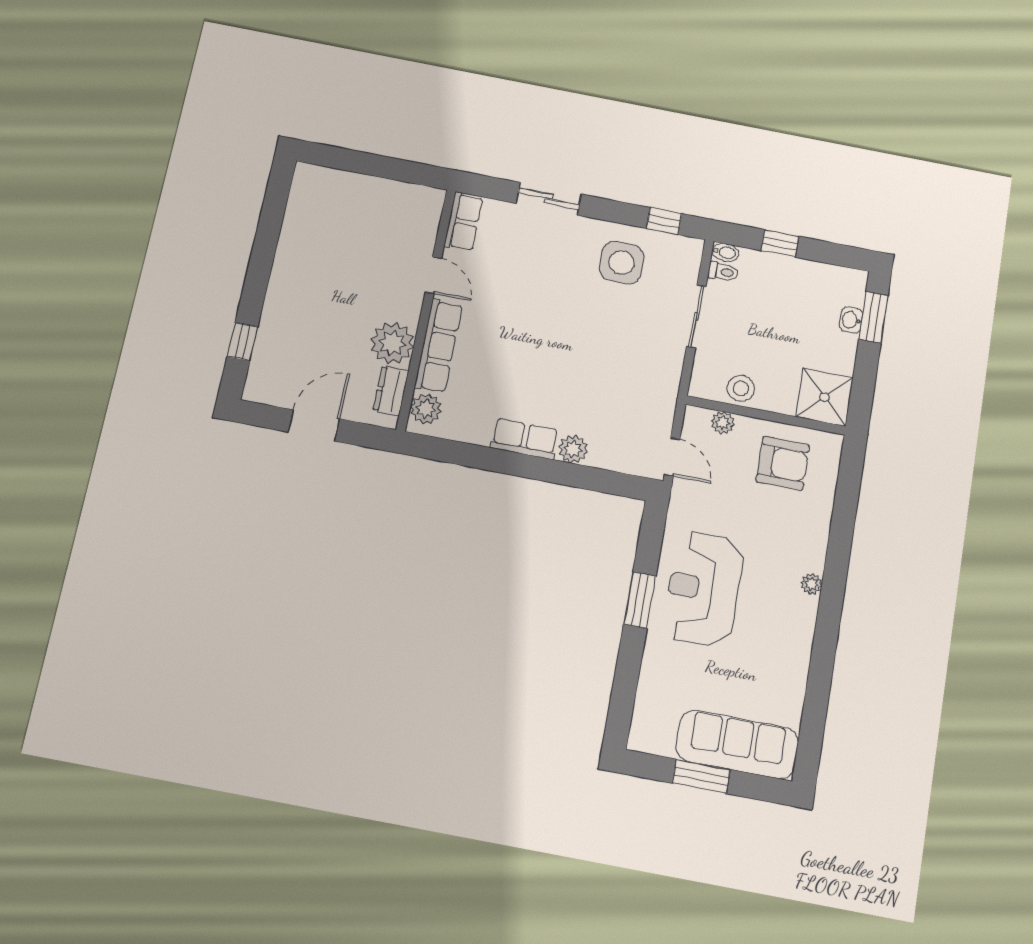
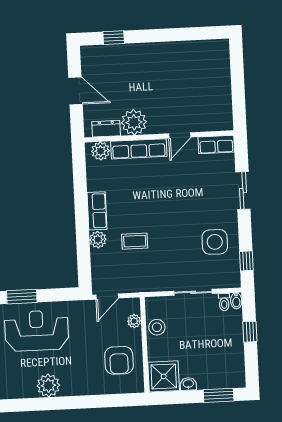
washbasin: (851, 320) -> (188, 384), moved
coffee table: (590, 390) -> (135, 241), added
plant: (811, 584) -> (48, 385), width x1.88, depth x1.88

